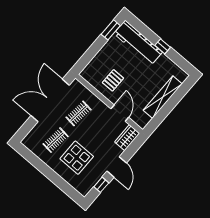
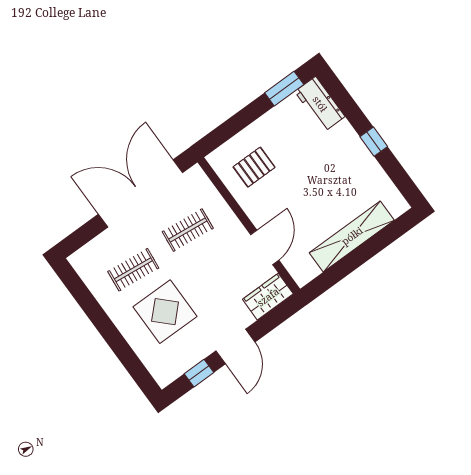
workbench: (138, 43) -> (320, 104), width x0.53, depth x0.76
pallet: (113, 80) -> (254, 167), moved

